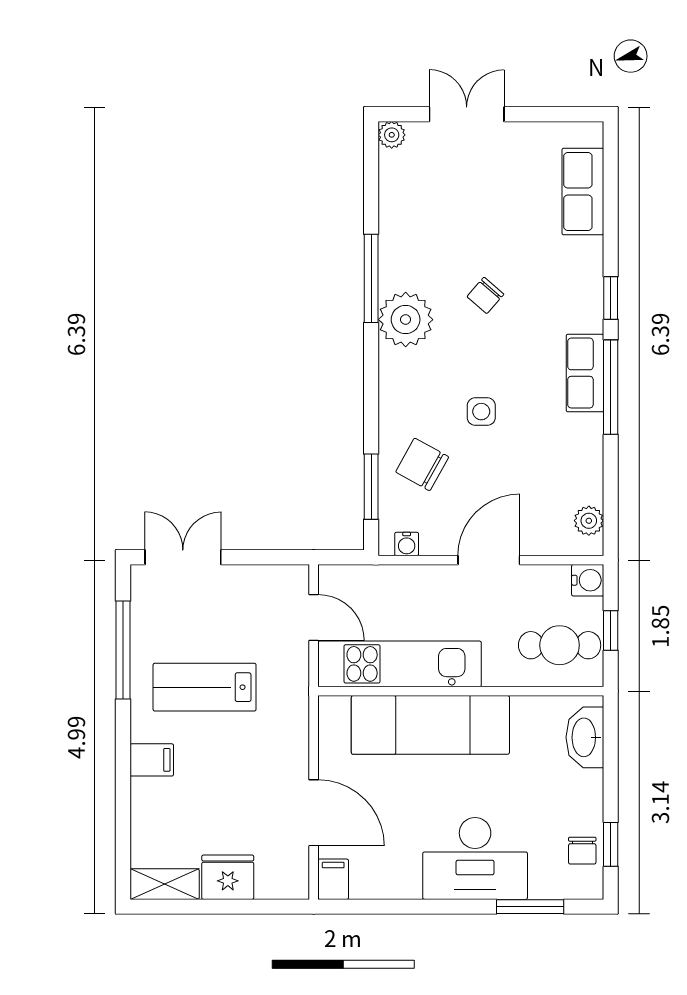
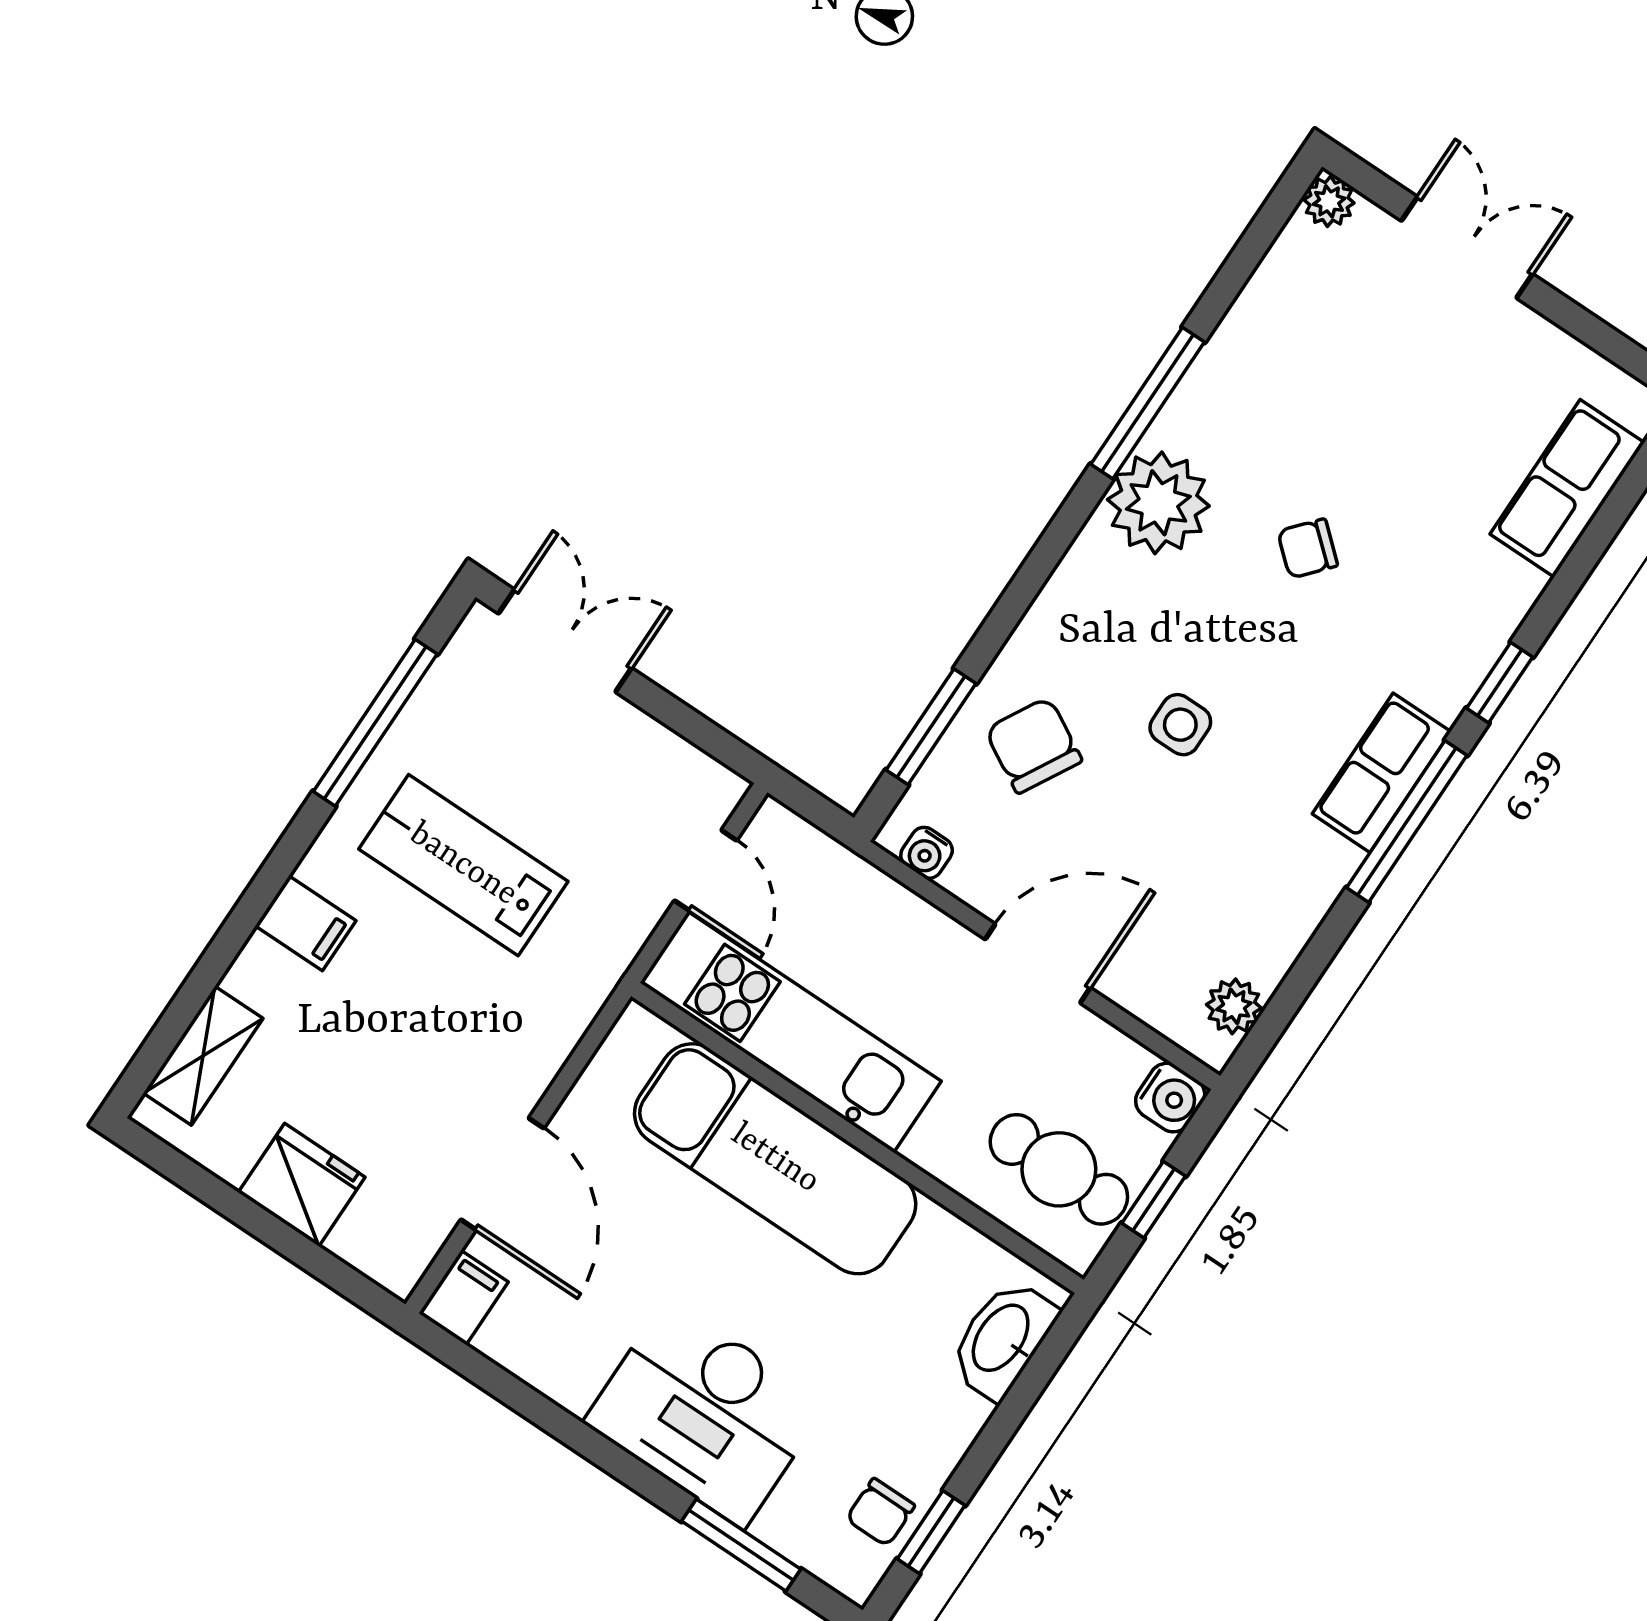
shelving: (165, 884) -> (203, 1056), moved, turned 90

